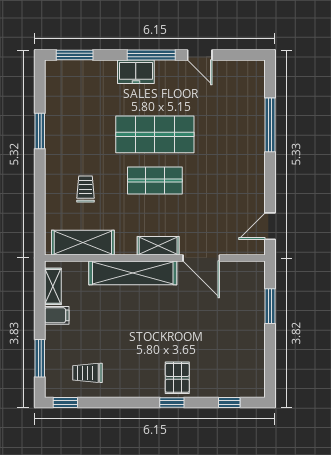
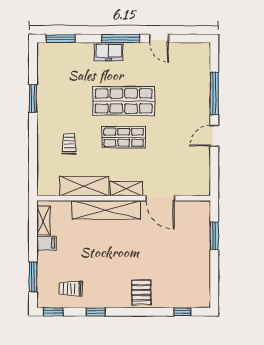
door: (270, 226) -> (214, 136), moved
shelving: (83, 243) -> (84, 186), moved
window: (172, 402) -> (96, 312), moved

